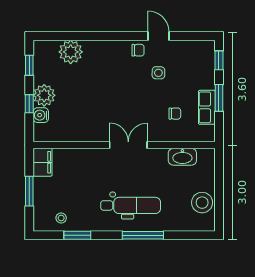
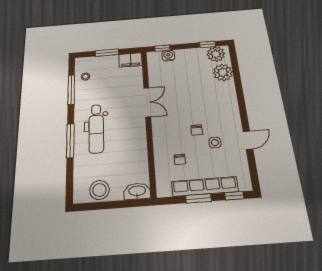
chair: (138, 50) -> (197, 130), moved
plant: (44, 95) -> (216, 54), moved
window: (29, 104) -> (162, 48), moved
row of seats: (207, 107) -> (205, 187), width x2.02
double door: (128, 145) -> (147, 102), moved
washbasin: (182, 157) -> (137, 191), moved, turned 90
window: (77, 235) -> (71, 90), width x1.44

